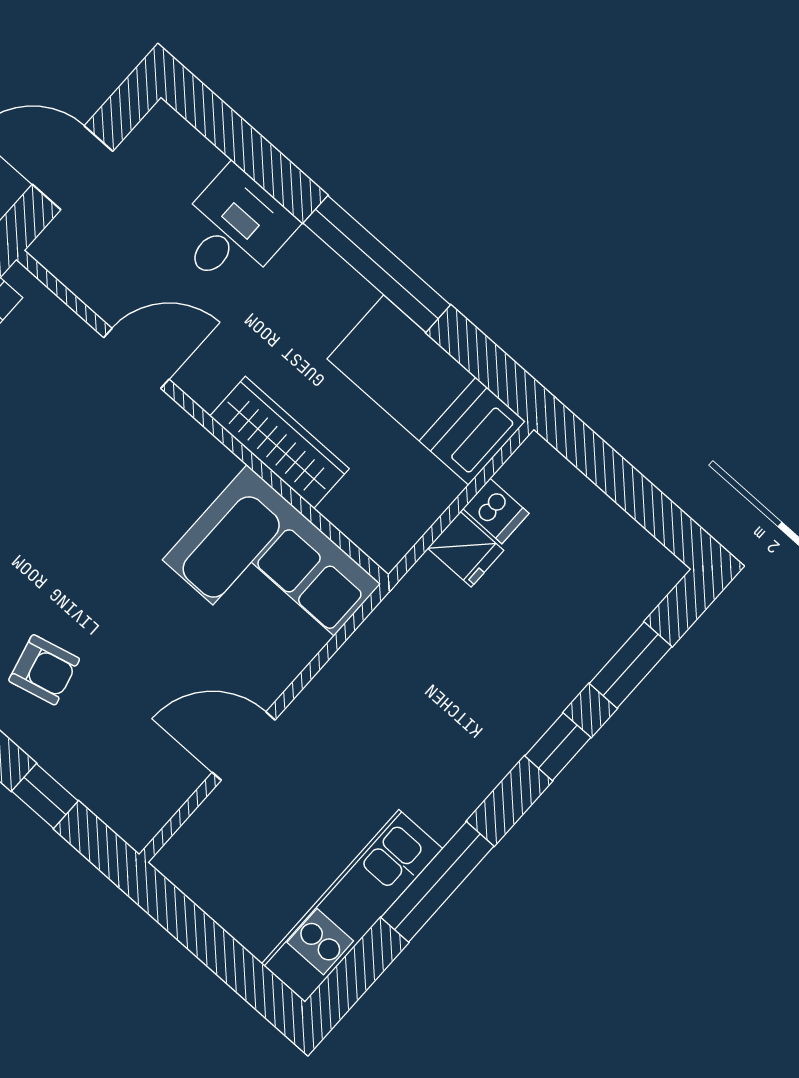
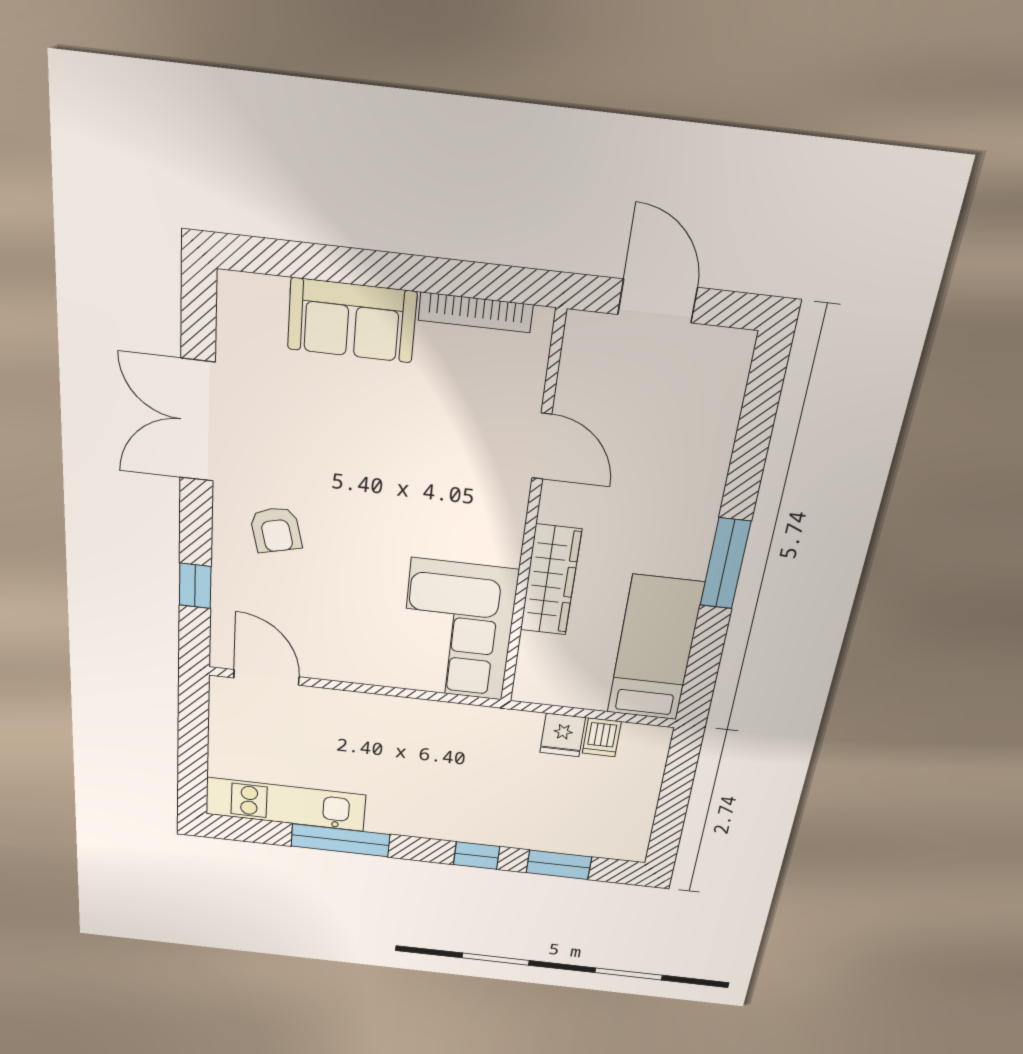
desk: (233, 229) -> (686, 451), removed
window: (377, 264) -> (725, 564), width x0.68
door: (244, 746) -> (266, 677), moved

